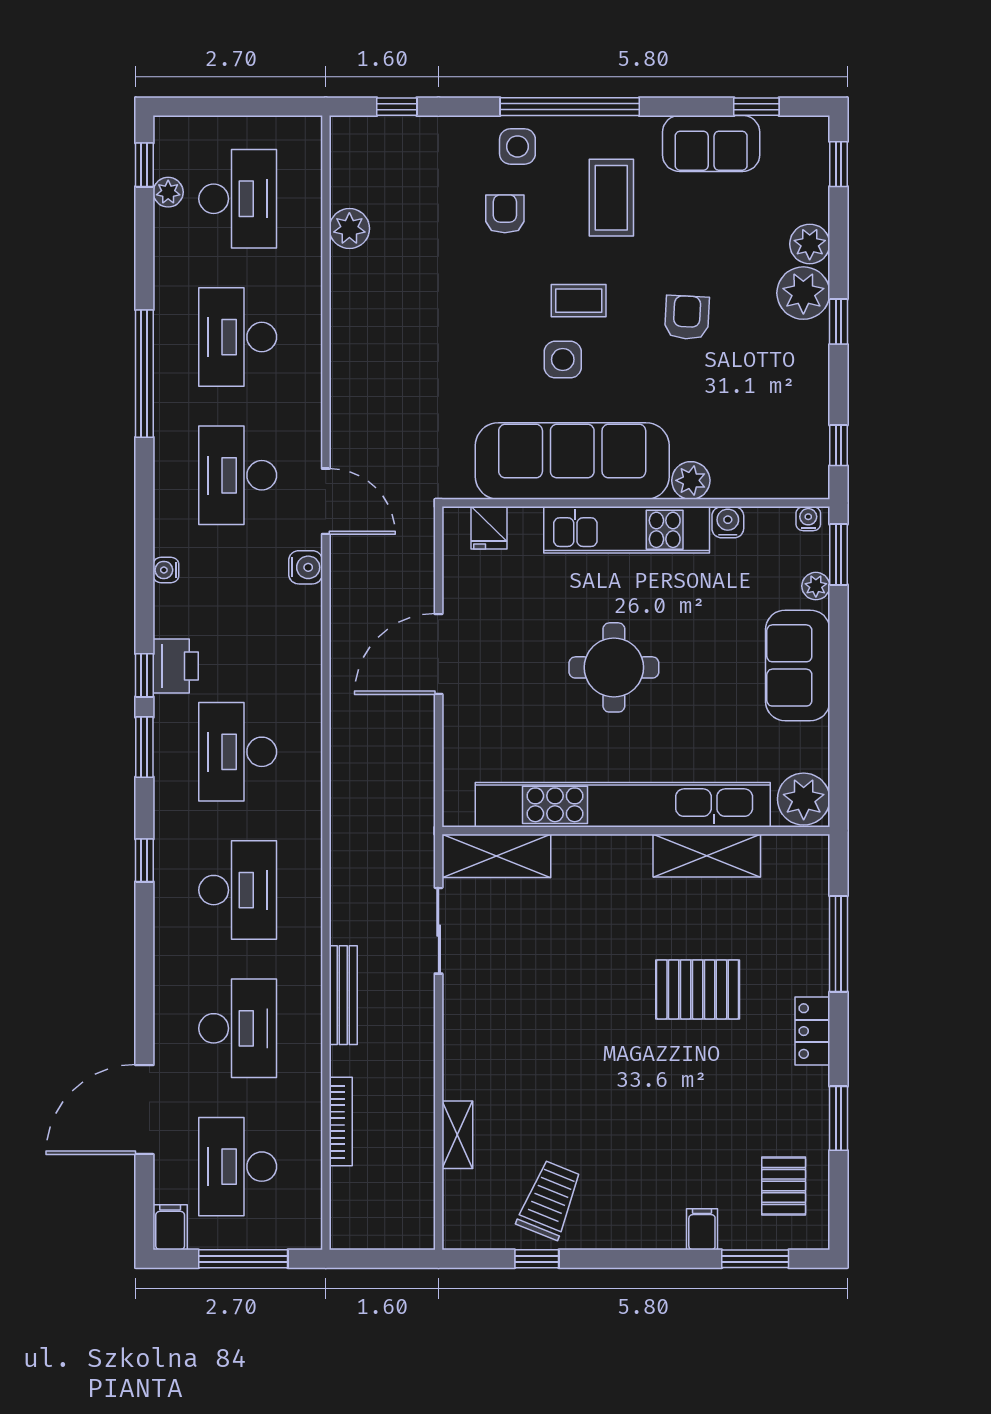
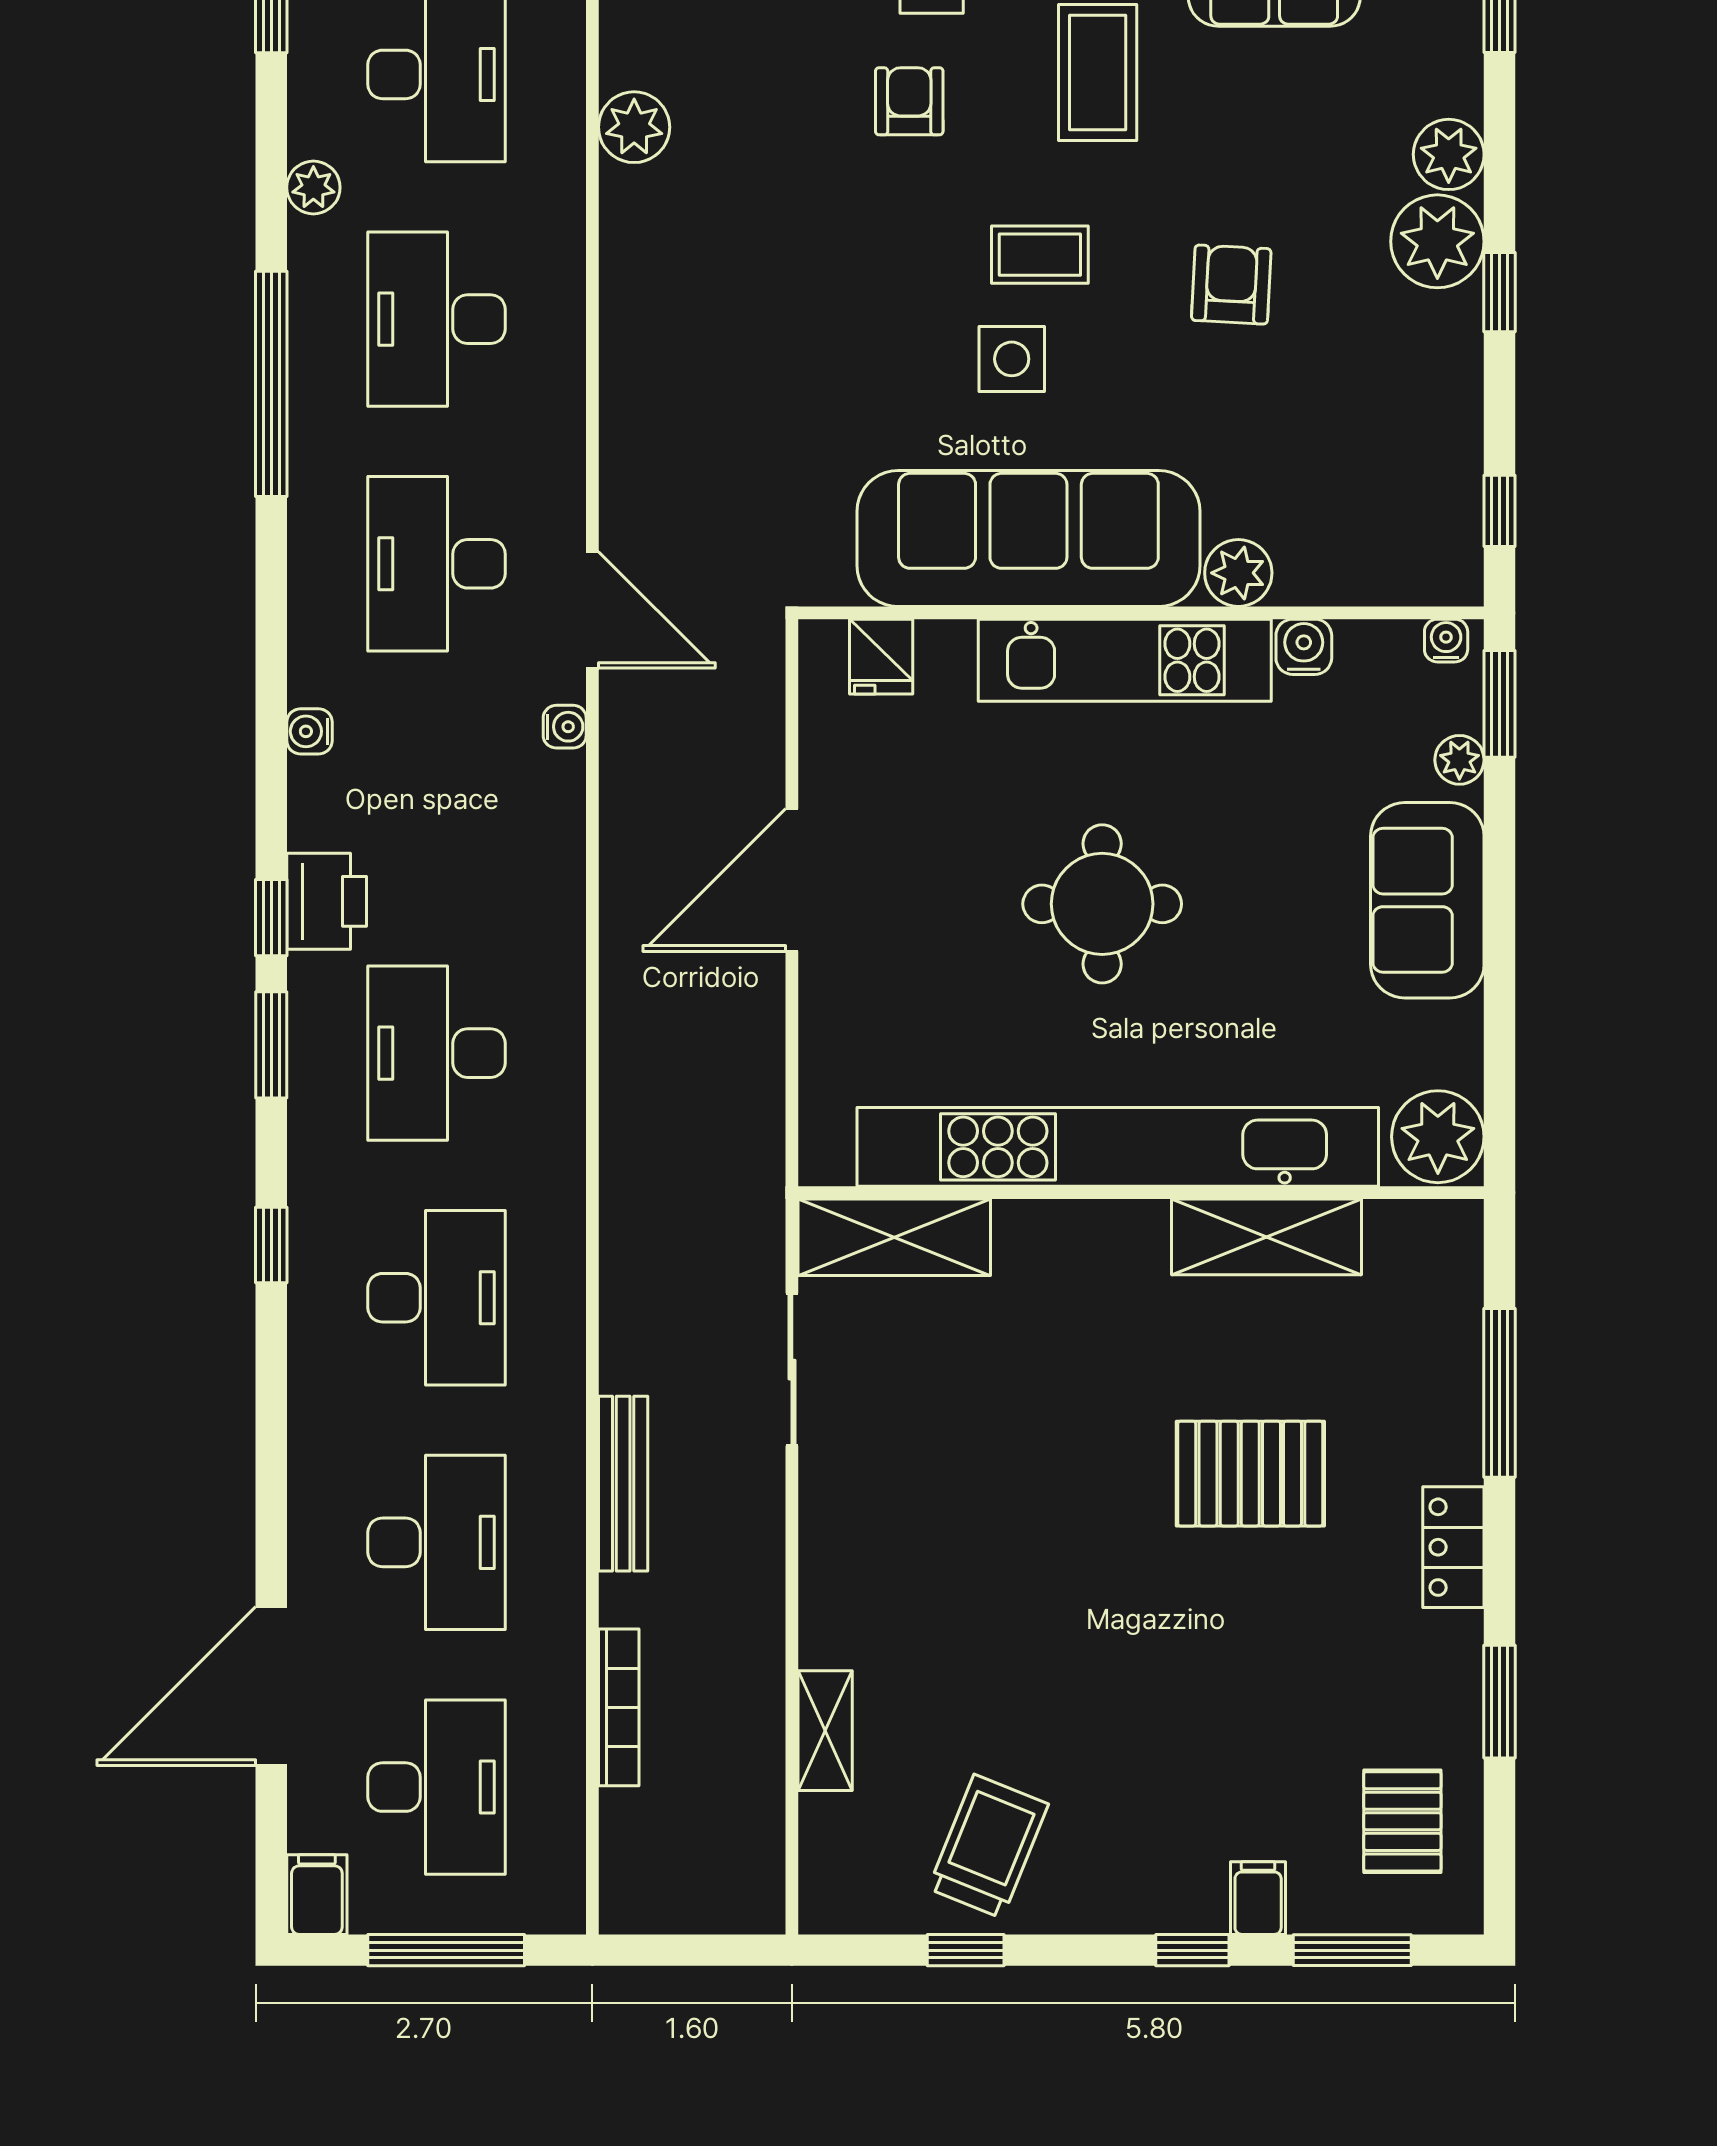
plant: (168, 192) -> (313, 187), moved
water cooler: (306, 567) -> (565, 727), width x0.72, depth x0.72
desk: (238, 1167) -> (437, 1787), turned 180
window: (665, 1259) -> (1192, 1950), added

